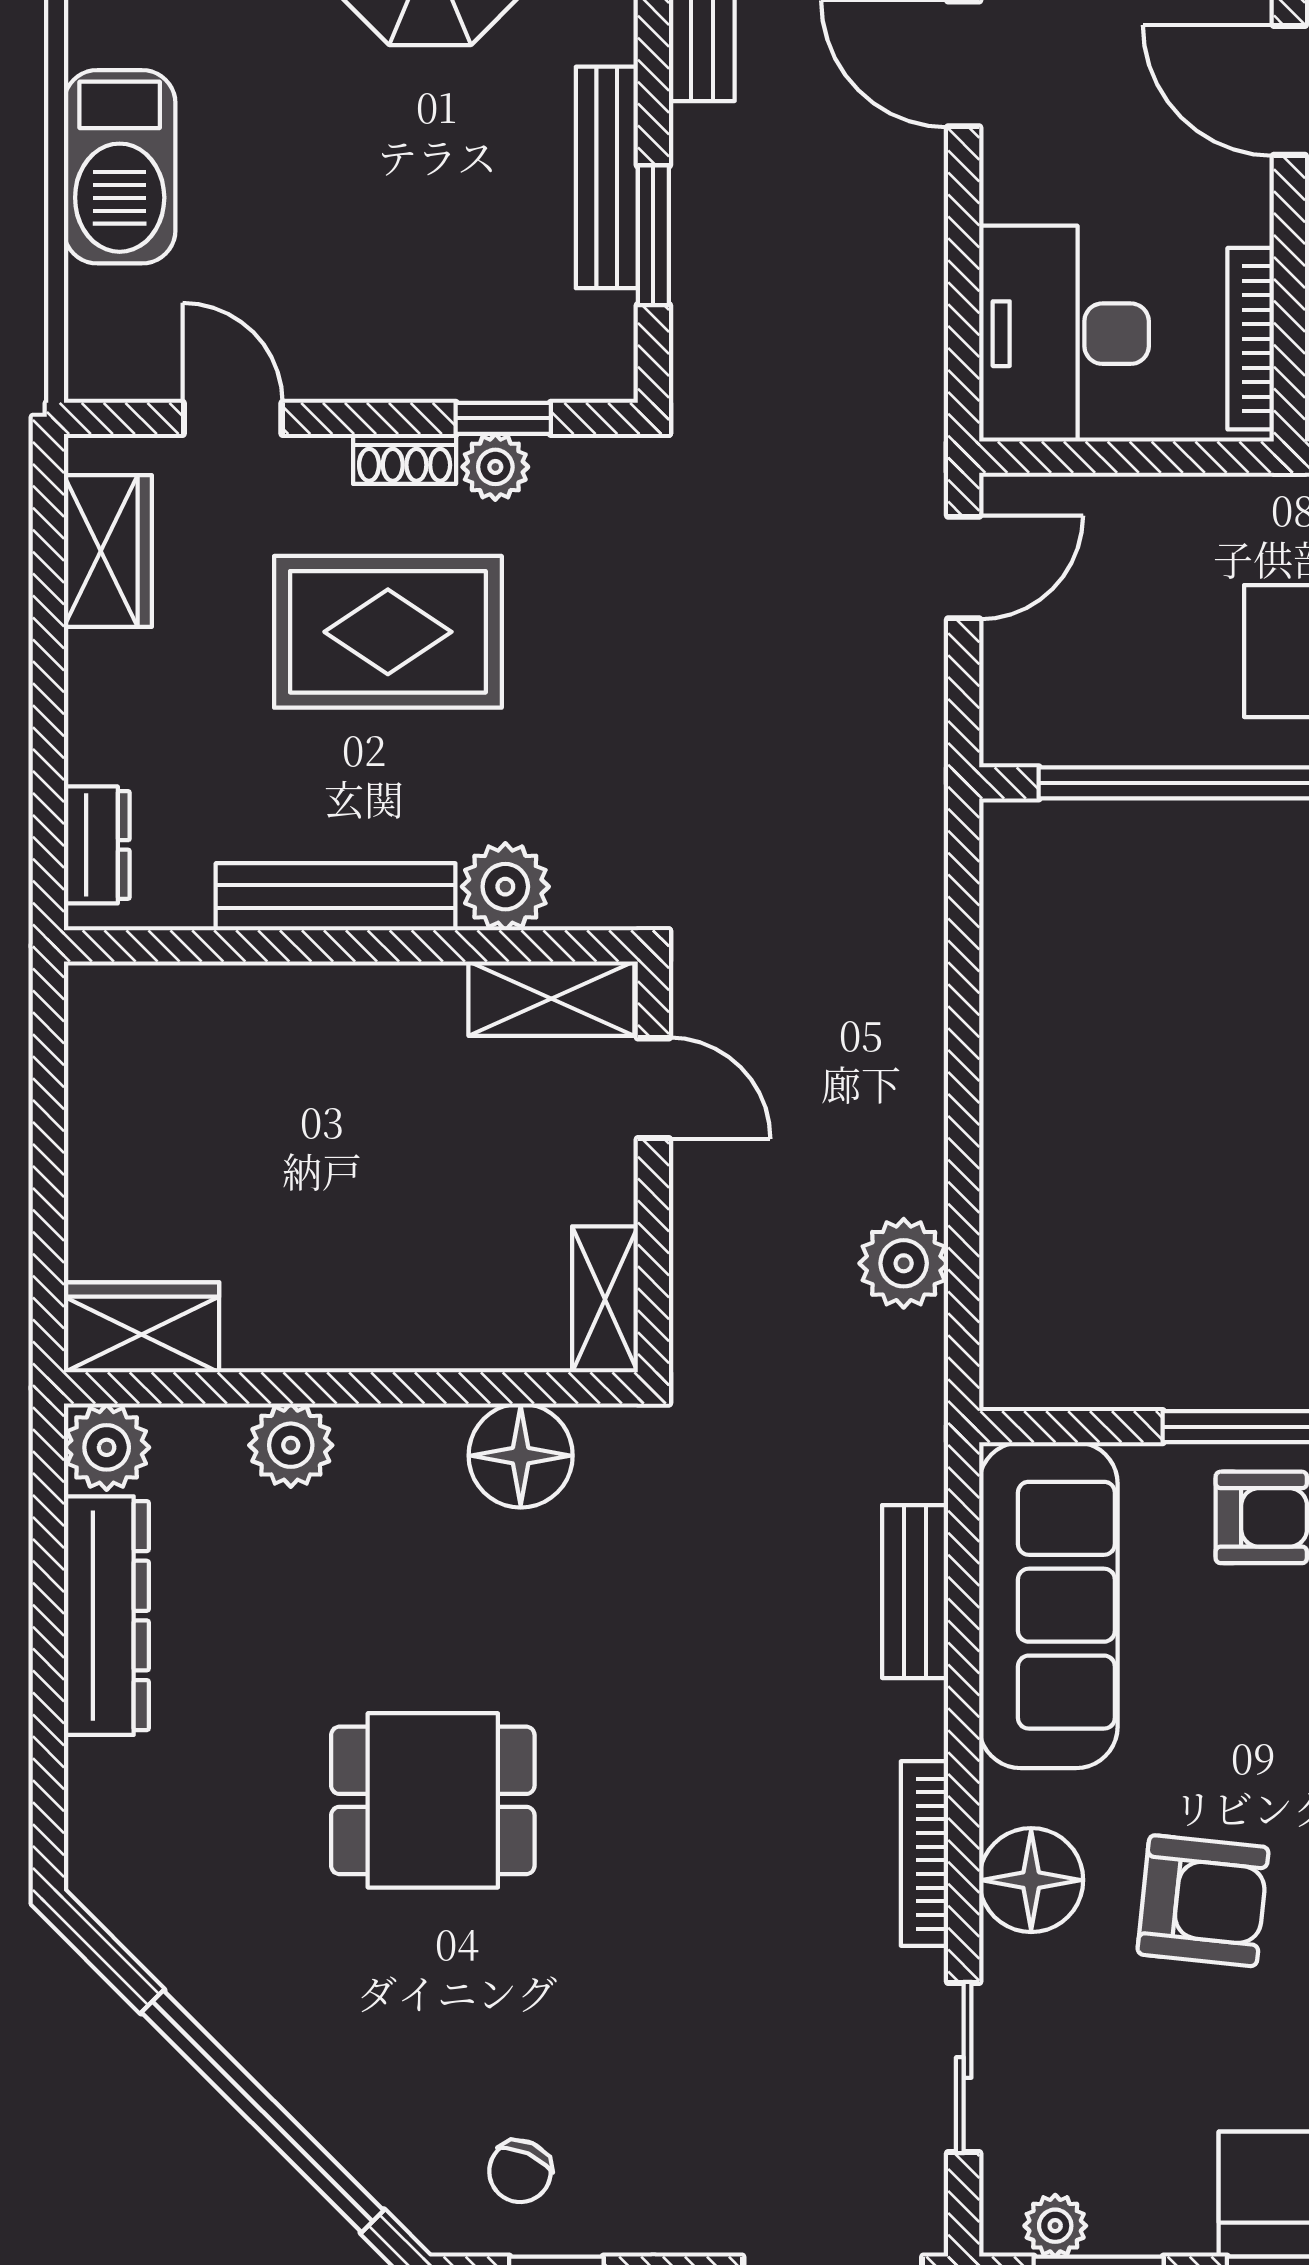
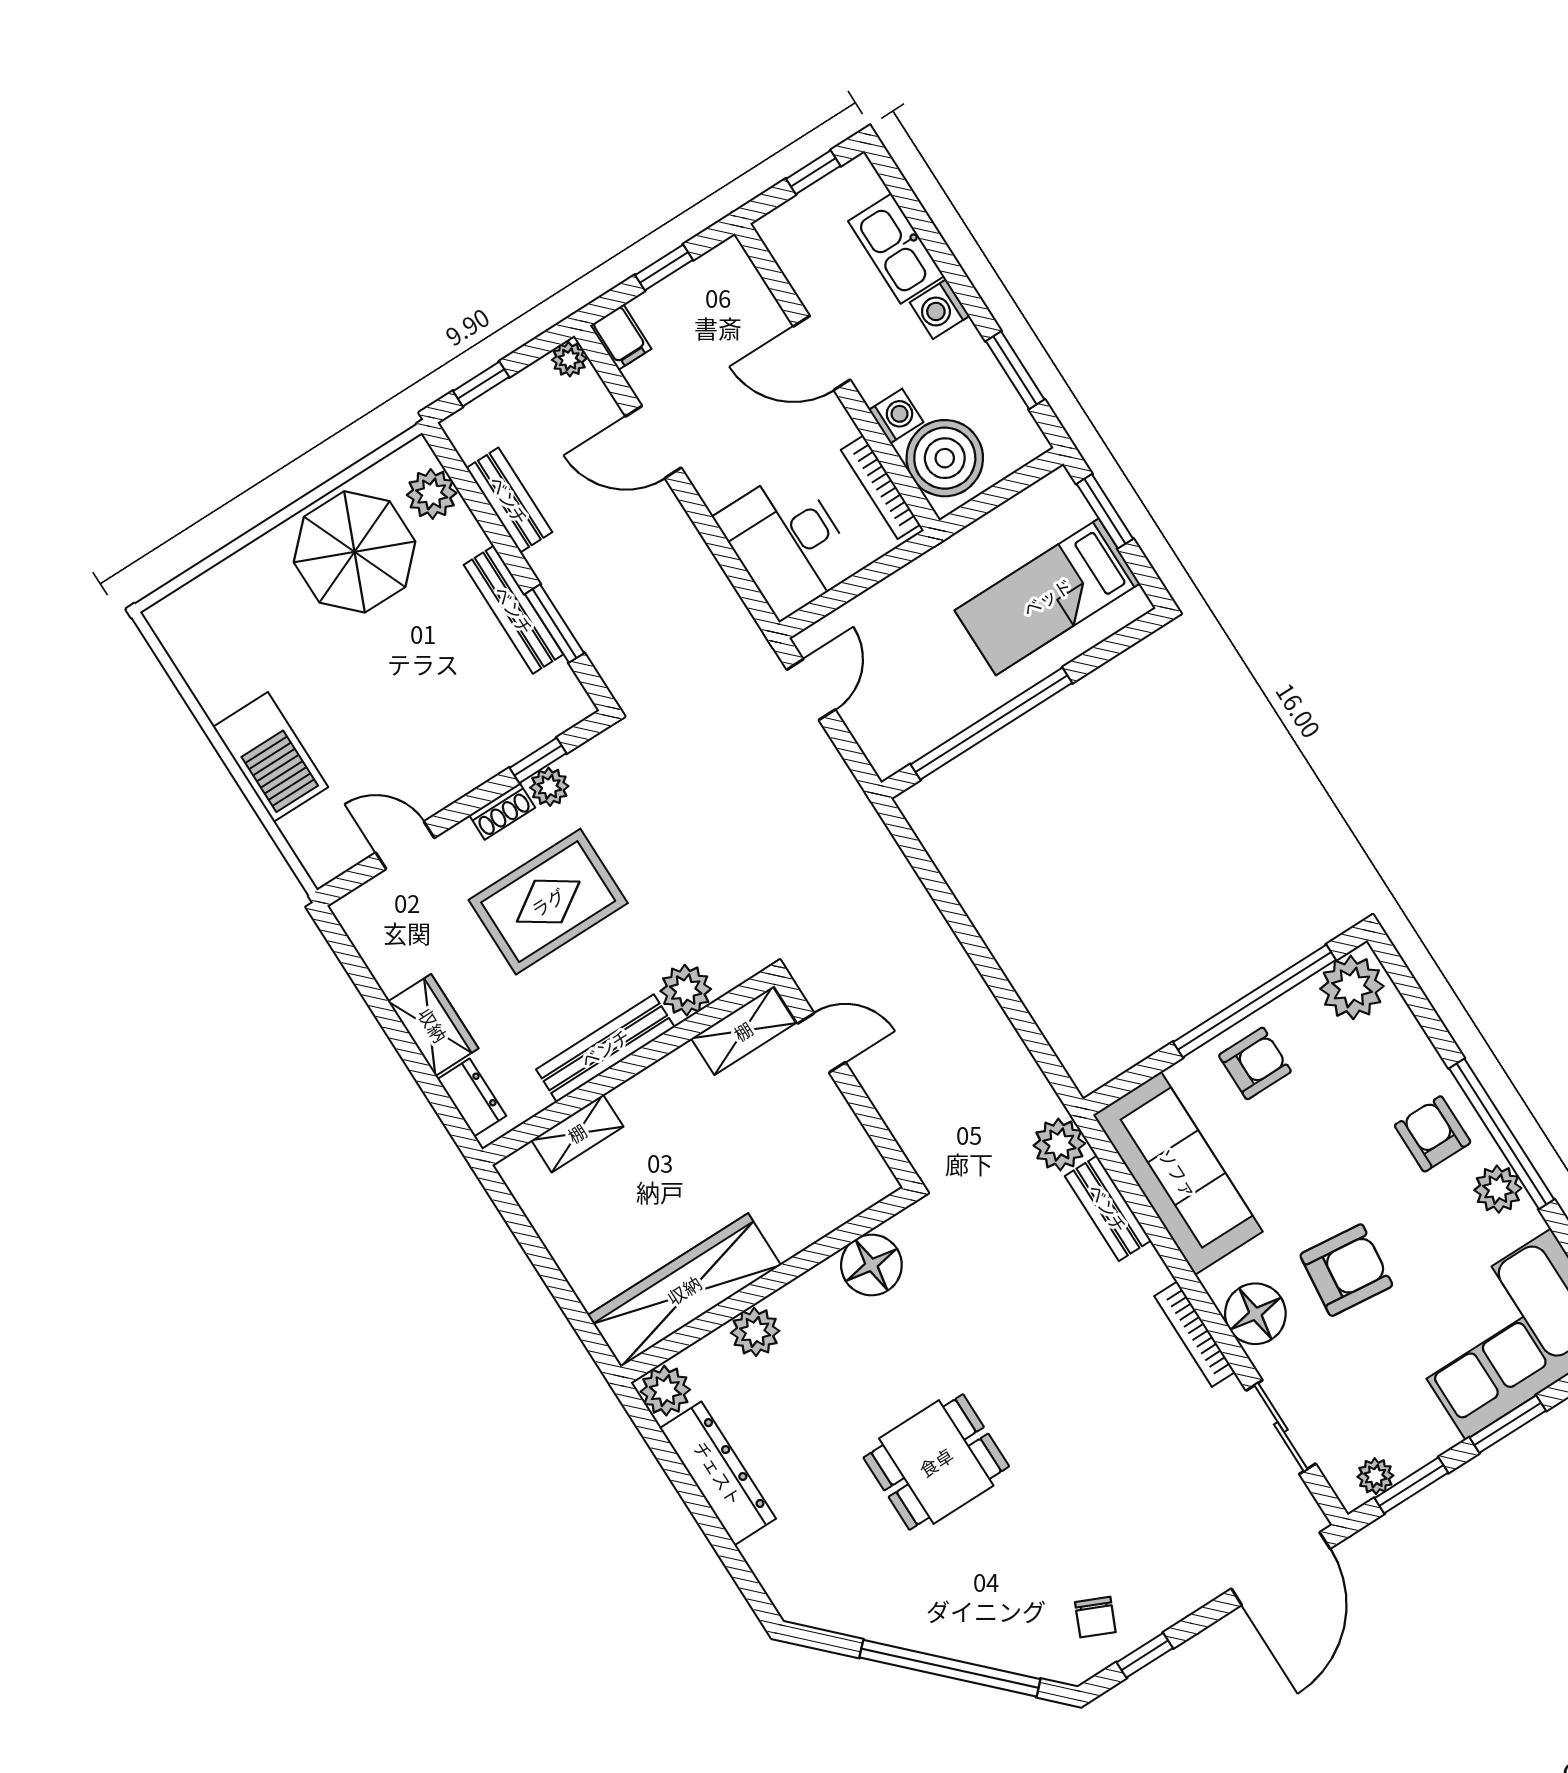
wardrobe: (108, 551) -> (433, 1025), moved
plant: (904, 1263) -> (1059, 1144), moved
shelving: (605, 1299) -> (577, 1133), moved, turned 90
wardrobe: (142, 1327) -> (684, 1290), width x2.10, depth x1.17

